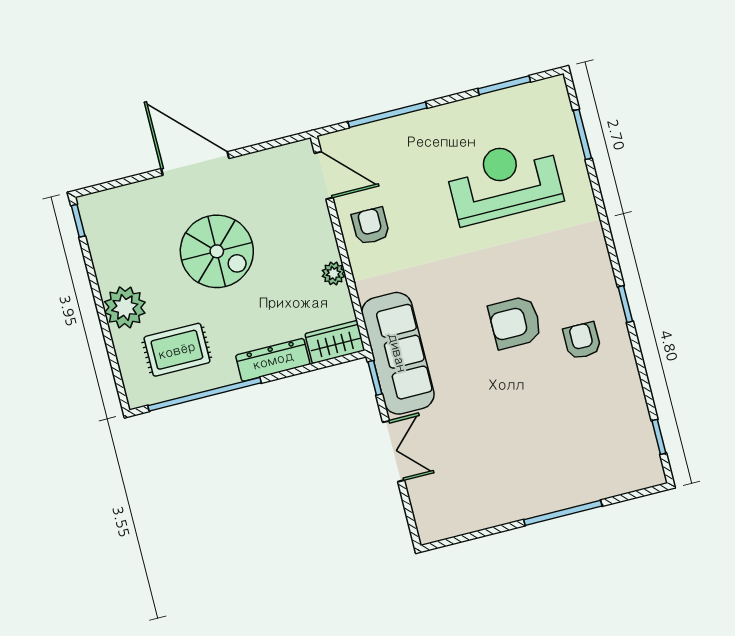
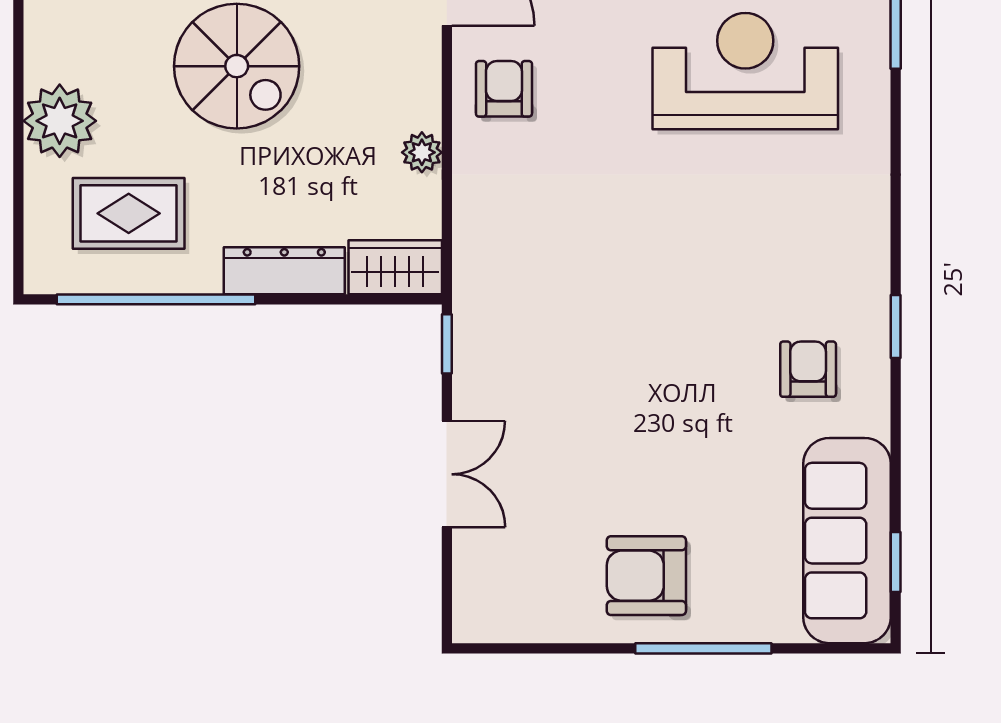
armchair: (515, 322) -> (646, 576), moved
sofa: (398, 353) -> (847, 541), moved, turned 180

